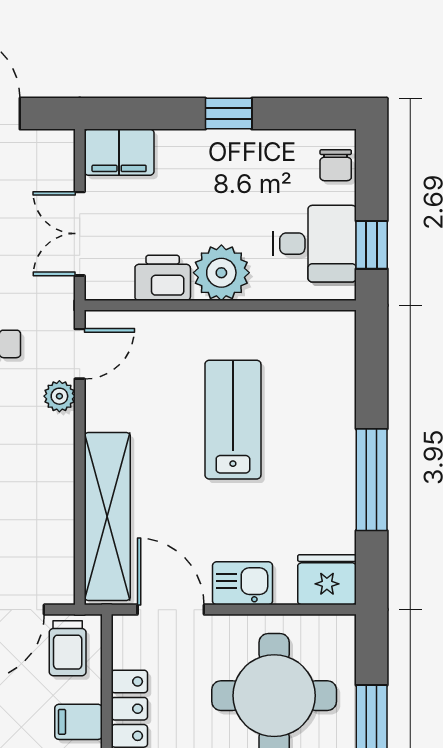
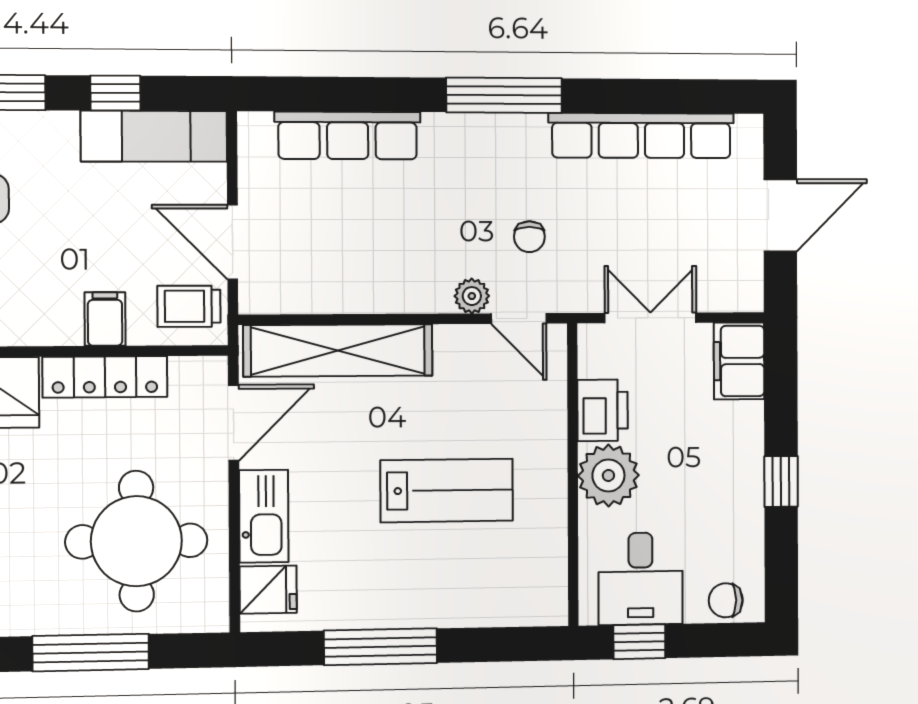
fridge: (327, 580) -> (268, 590), width x0.72
kitchen sink: (242, 583) -> (264, 516), width x1.38

